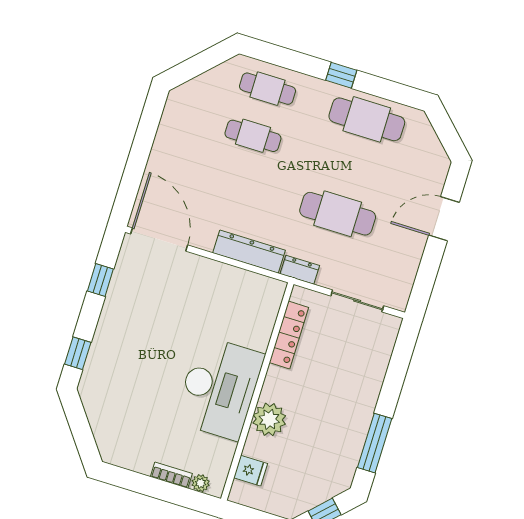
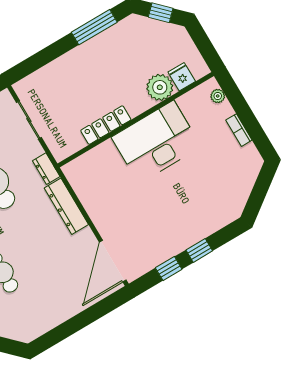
locker: (289, 335) -> (106, 125), moved
window: (78, 353) -> (199, 250), moved
plant: (269, 419) -> (160, 87), moved
bookcase: (171, 475) -> (239, 130), moved

